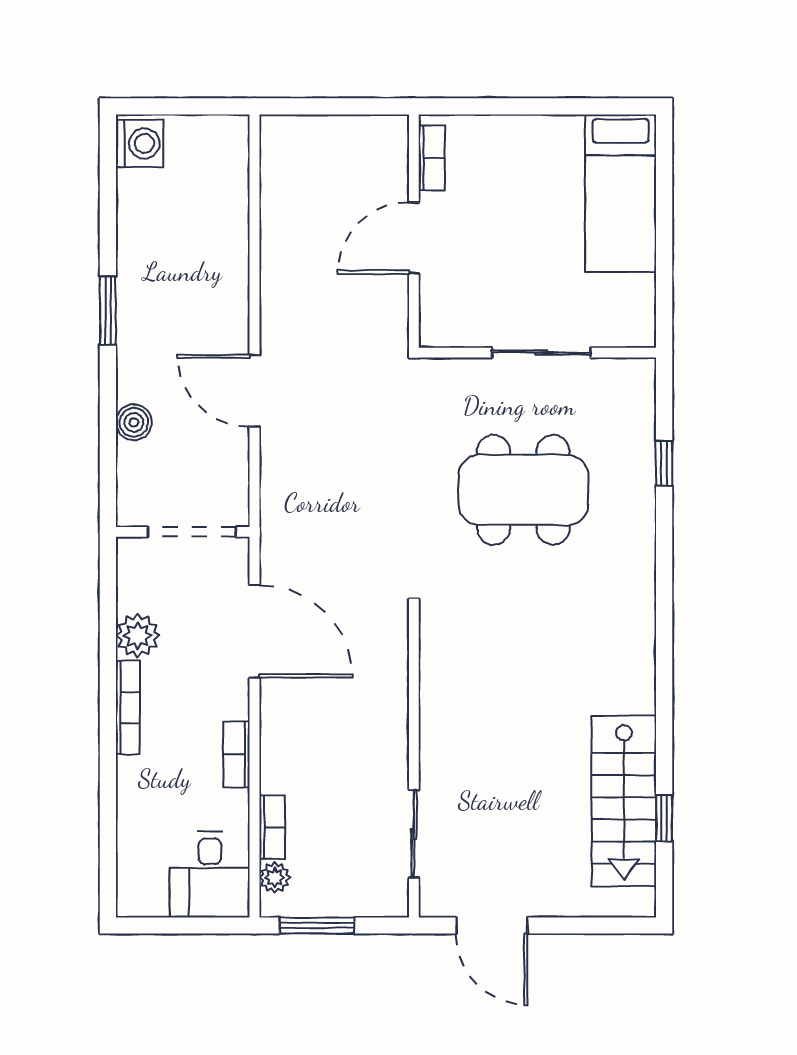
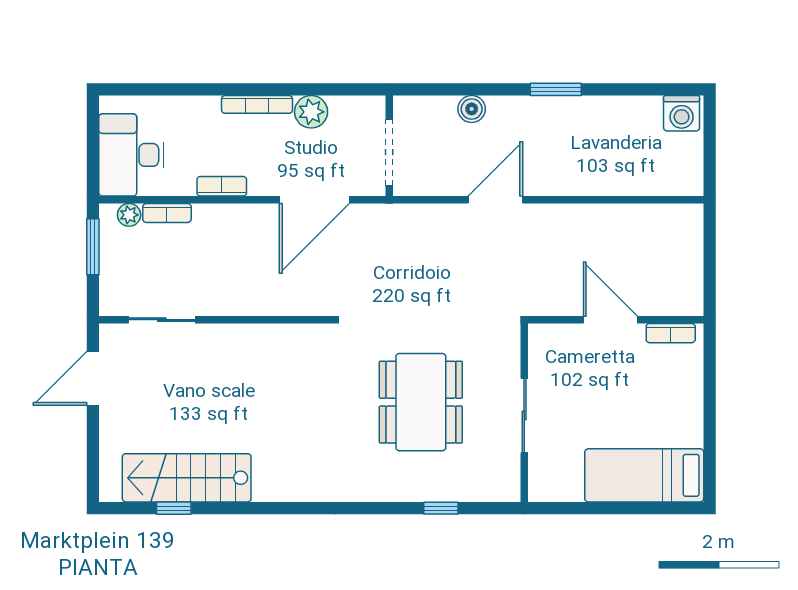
desk: (210, 875) -> (131, 155), width x1.37

